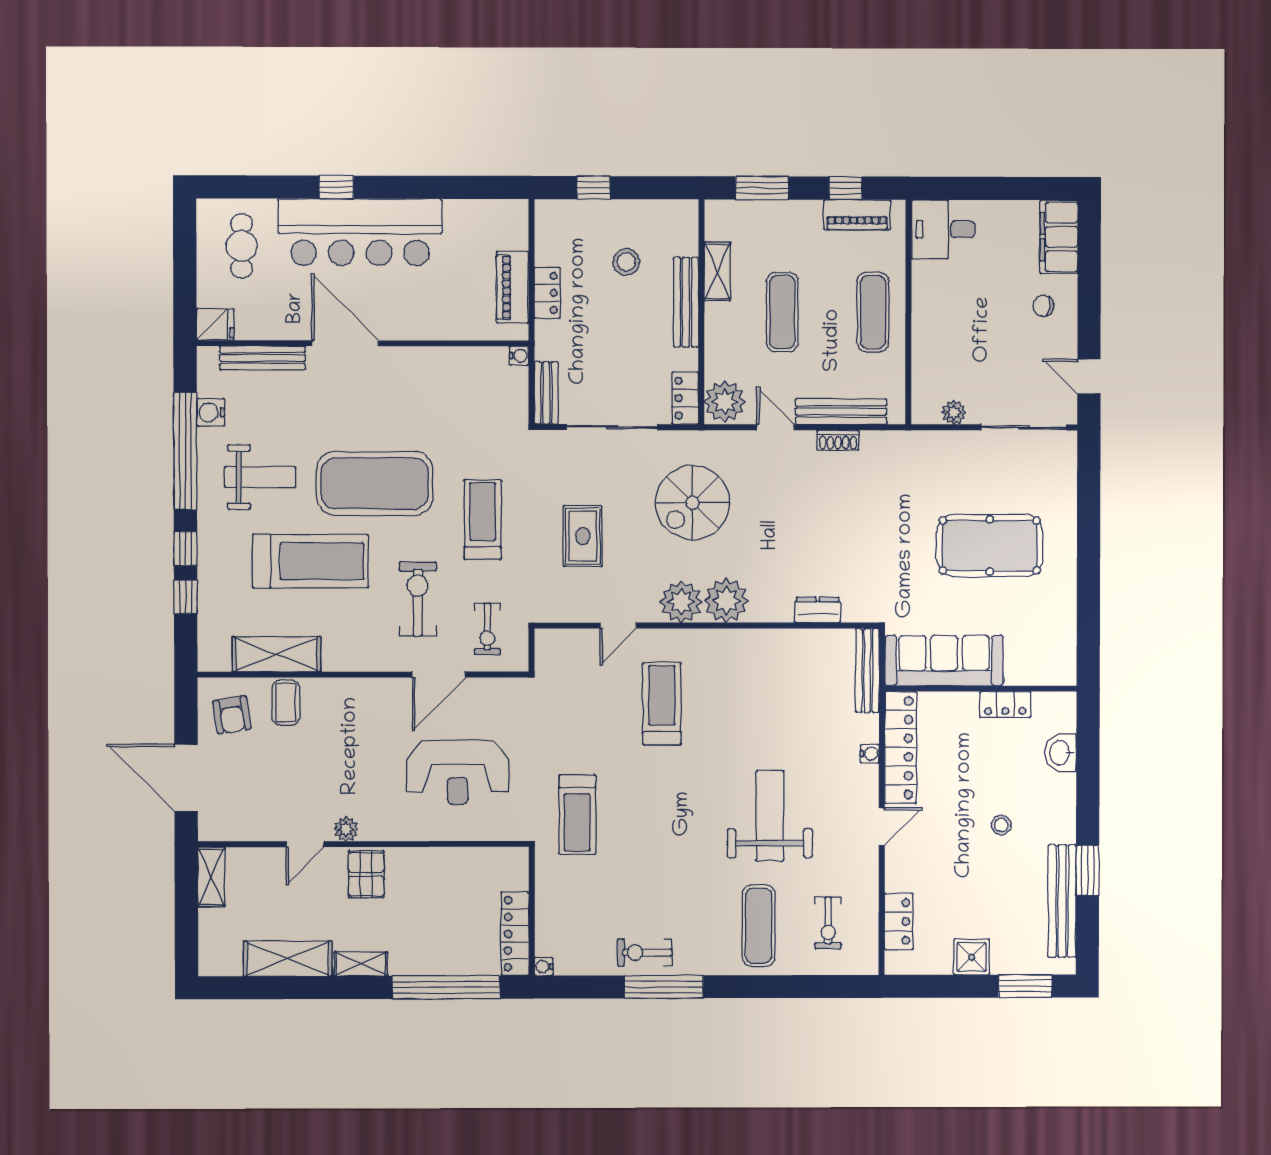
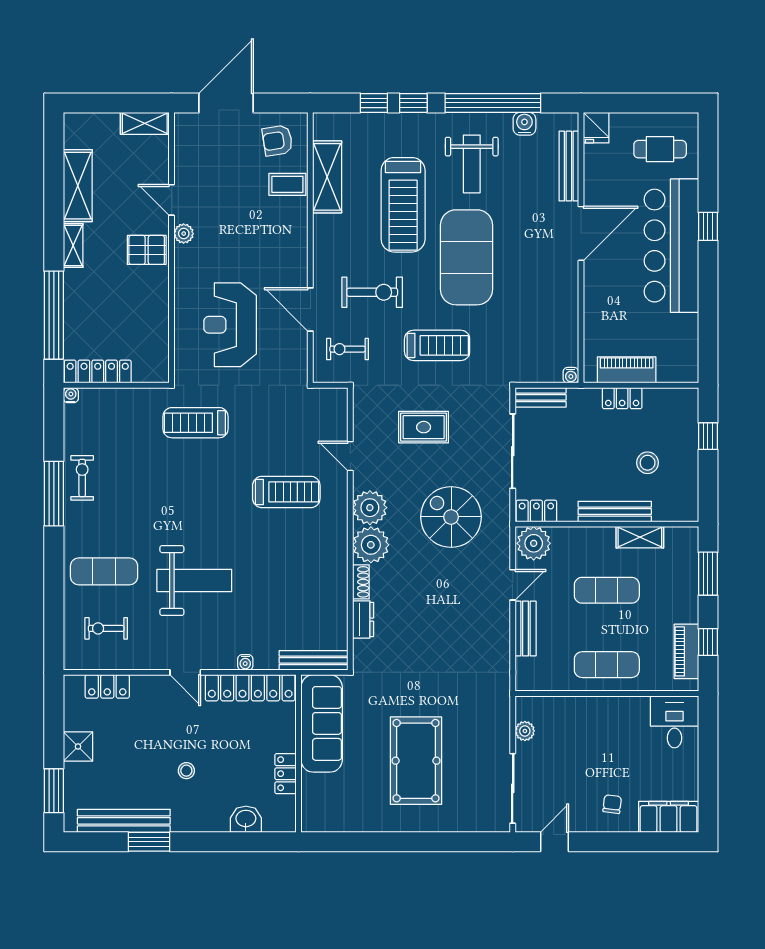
bench: (841, 412) -> (526, 629), width x0.73
shoe rack: (838, 440) -> (361, 582), moved, turned 180

